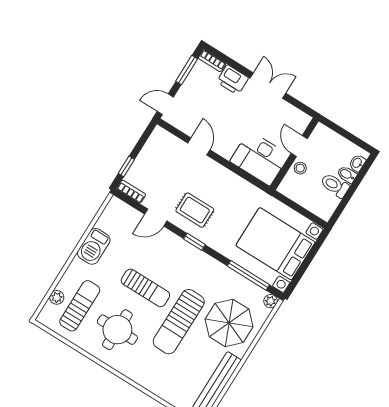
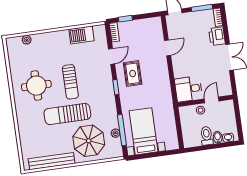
desk: (260, 158) -> (189, 89), width x0.73
door: (156, 218) -> (112, 56), swing flipped
bed with nightstands: (275, 244) -> (144, 131), width x0.73
barbecue: (94, 246) -> (81, 35), moved
plant: (271, 301) -> (115, 133), moved
sun lounger: (80, 306) -> (32, 55), removed

